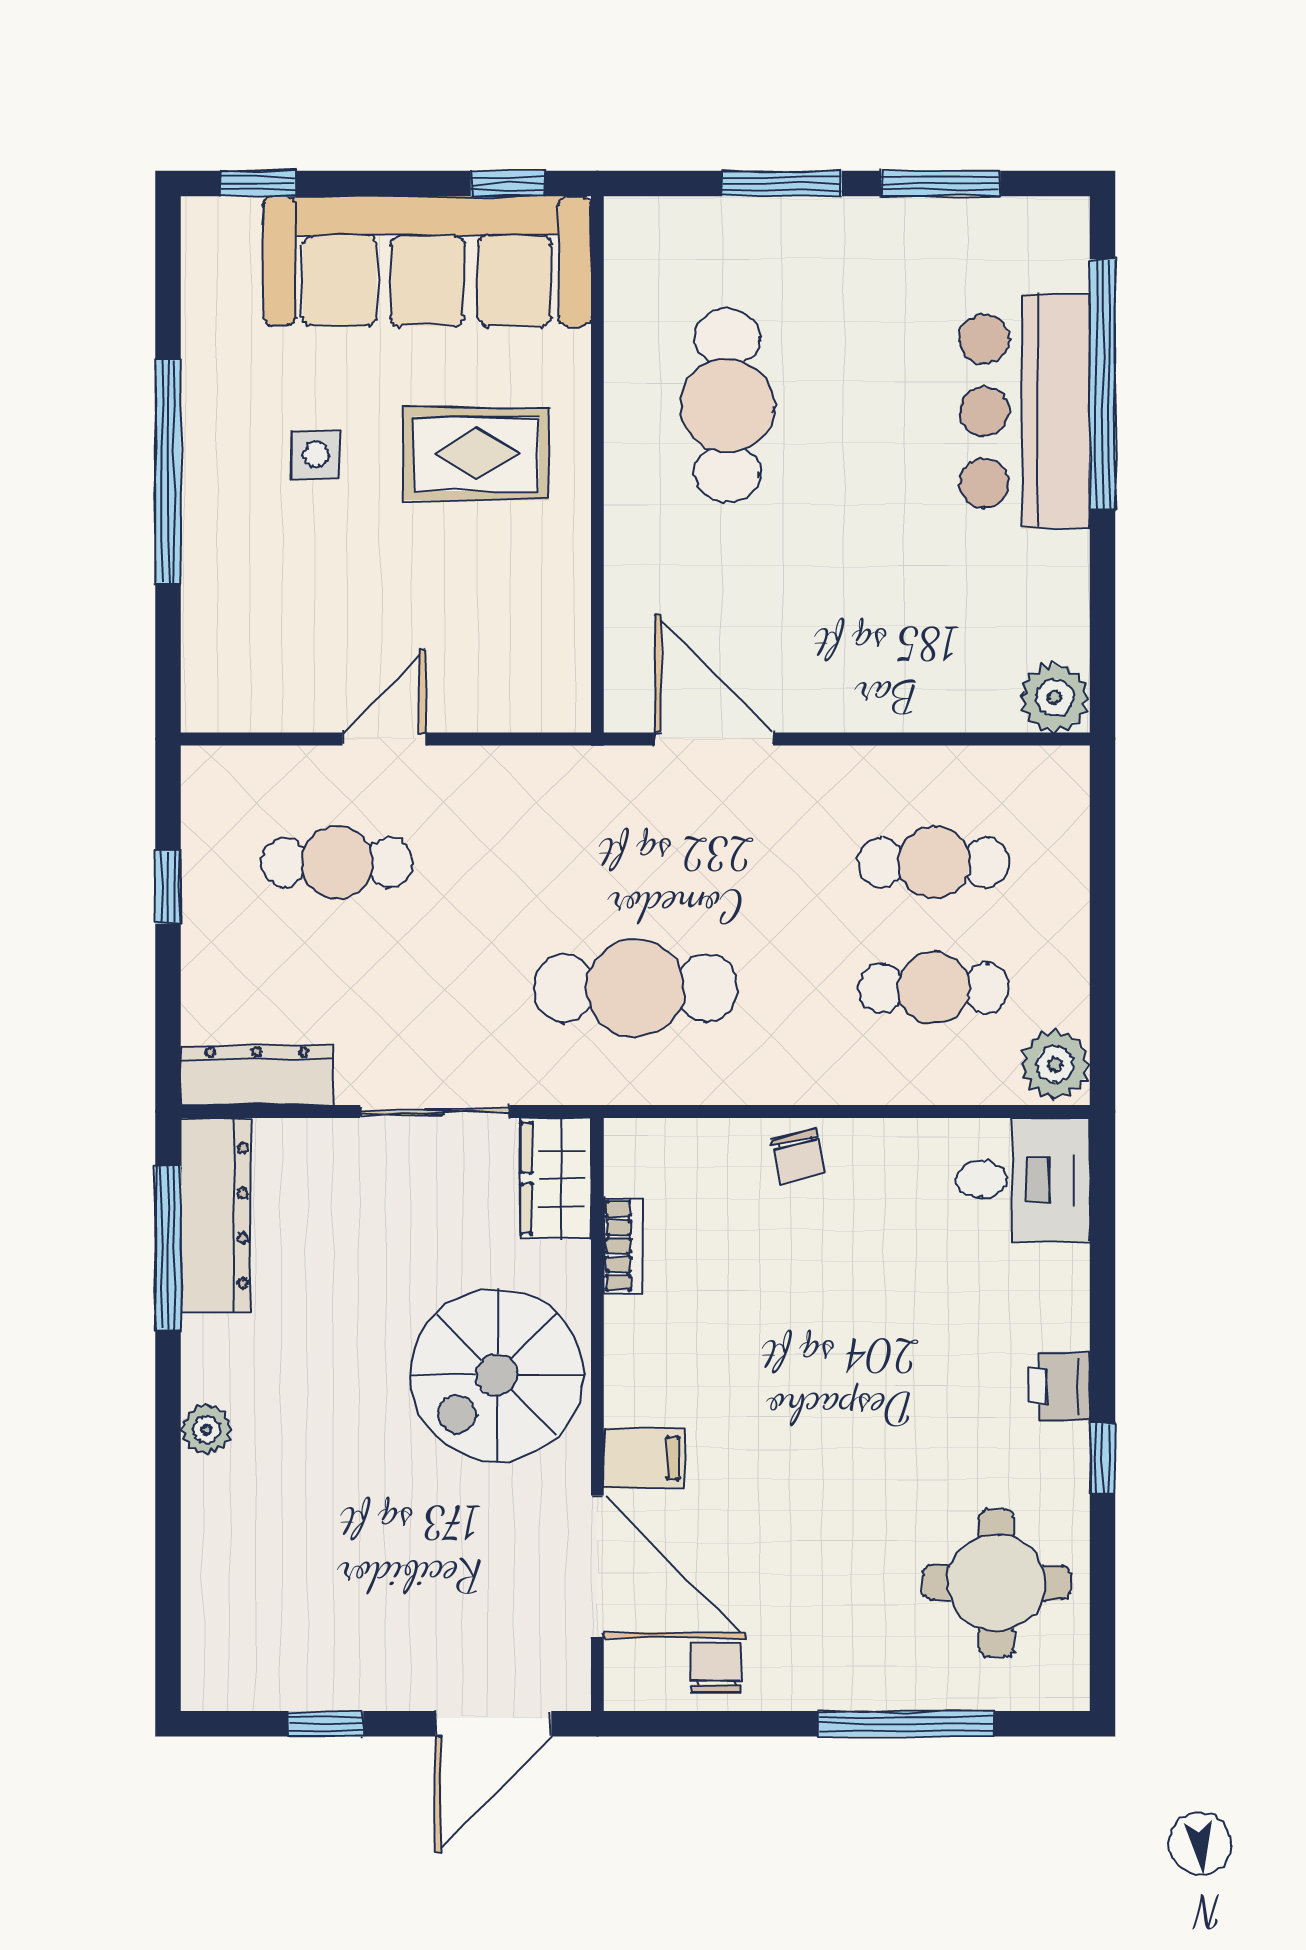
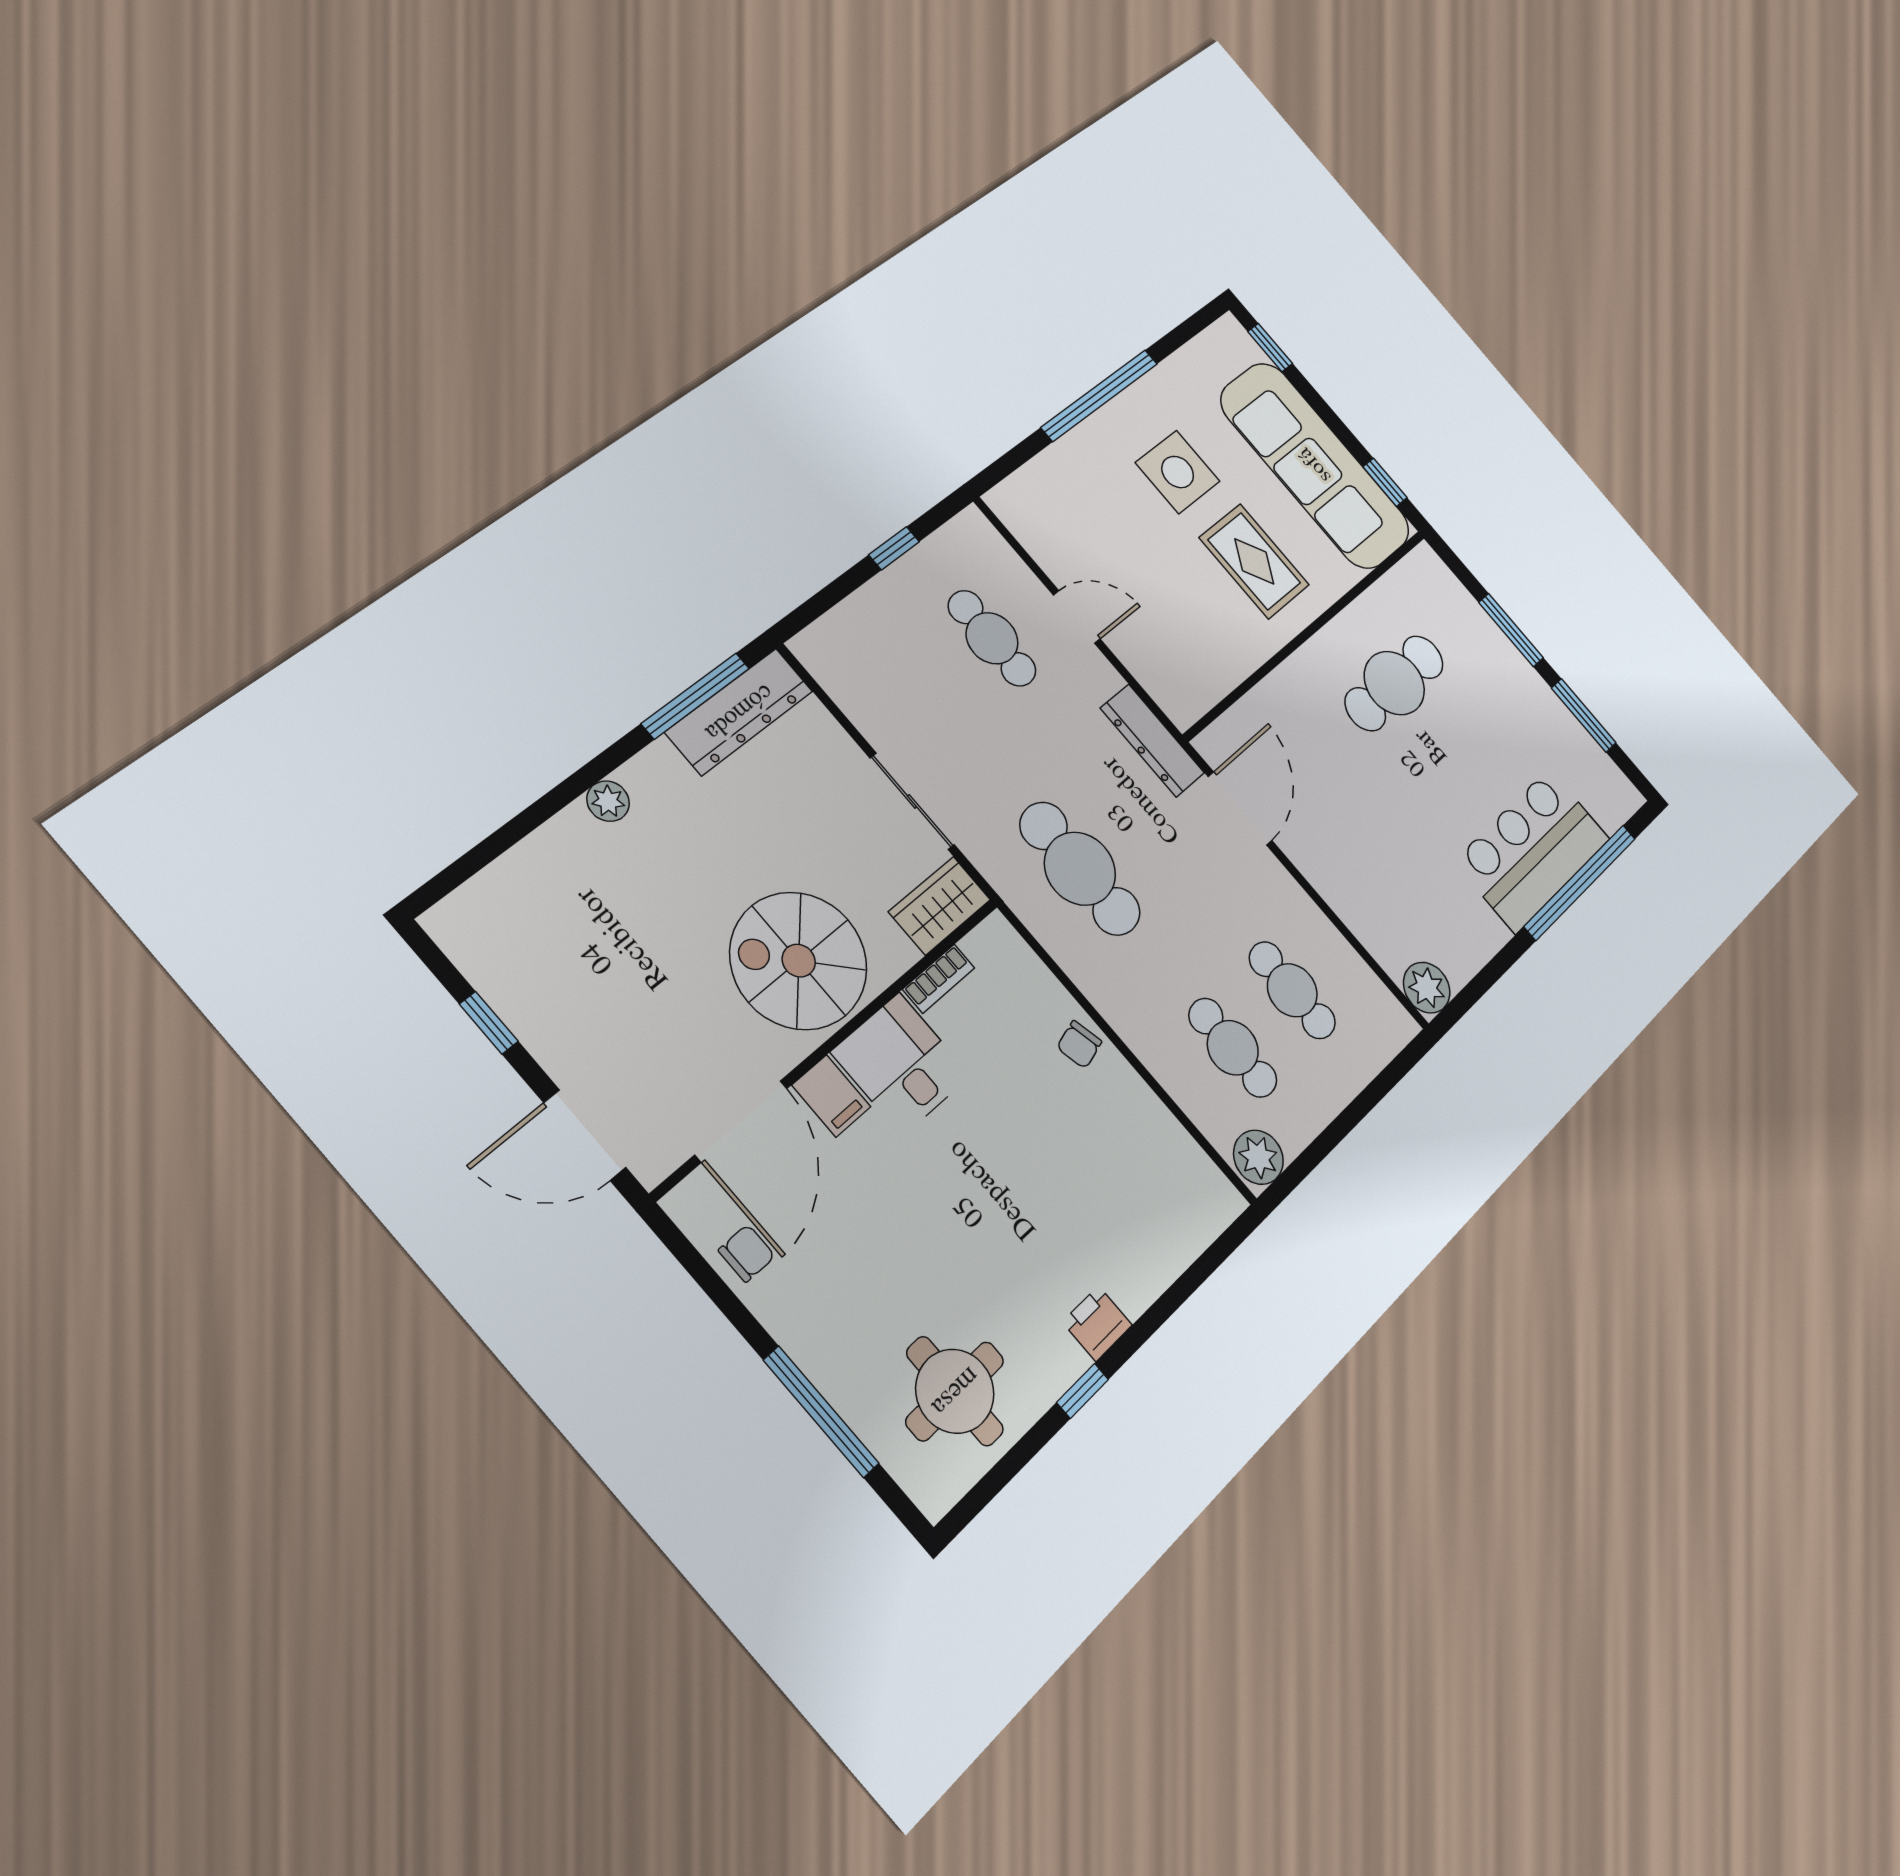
side table: (316, 454) -> (1178, 472), width x1.87, depth x1.87
dresser: (257, 1075) -> (1152, 741), moved, turned 180
desk: (1023, 1180) -> (901, 1064), moved, turned 180

